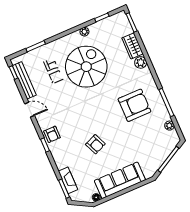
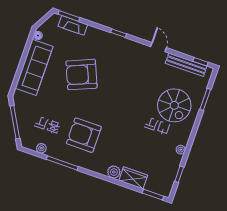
spiral stairs: (86, 67) -> (174, 105), moved, width x0.73, depth x0.73
armchair: (134, 105) -> (84, 135), turned 90
door: (30, 110) -> (159, 47), swing flipped
armchair: (52, 134) -> (122, 47), removed
armchair: (95, 144) -> (82, 75), width x1.88, depth x1.88

